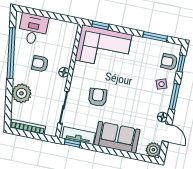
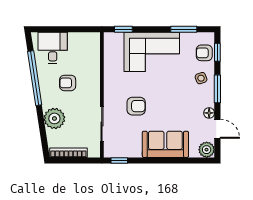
corner sofa: (103, 47) -> (152, 52), moved
floor lamp: (64, 72) -> (95, 87), removed
armchair: (98, 97) -> (136, 106), turned 95
tv unit: (79, 136) -> (124, 151), removed

